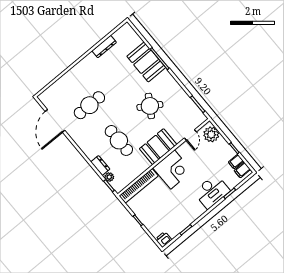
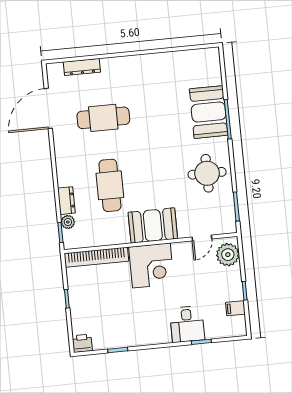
dresser: (104, 47) -> (82, 67), moved
round table: (150, 106) -> (207, 173), moved, turned -32
filing cabinet: (242, 170) -> (236, 324), removed
desk: (212, 191) -> (187, 324), width x0.73

